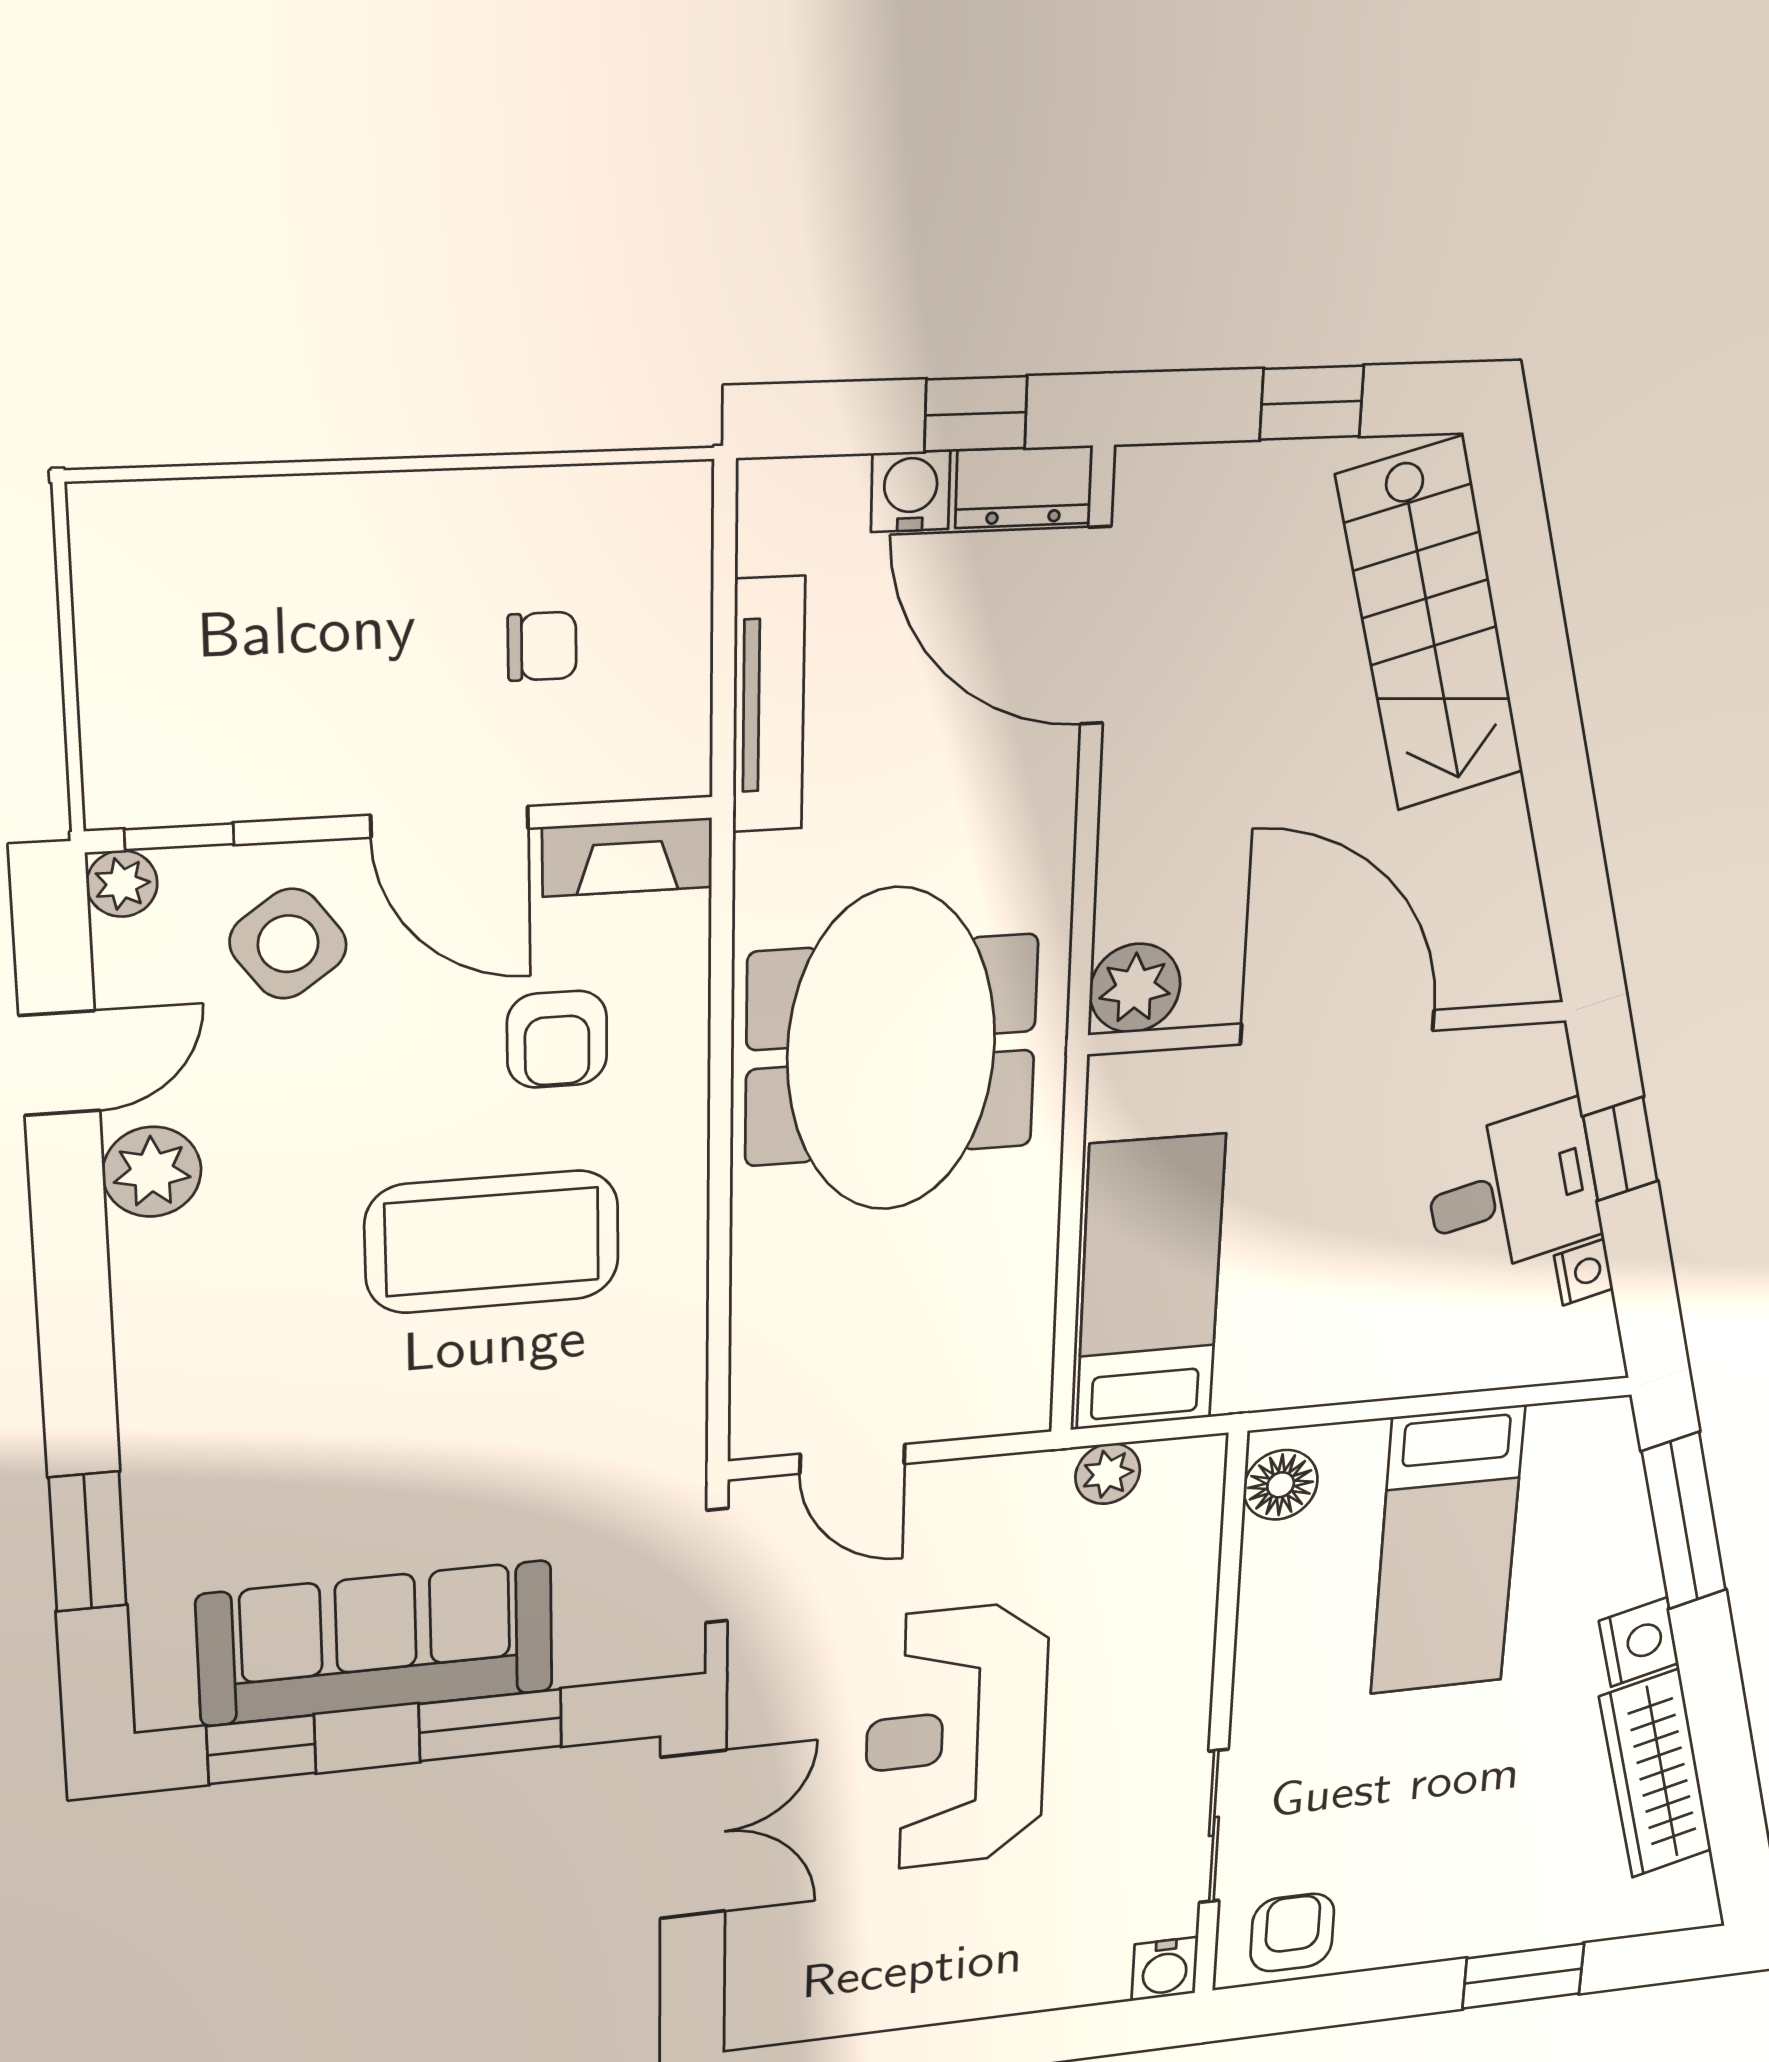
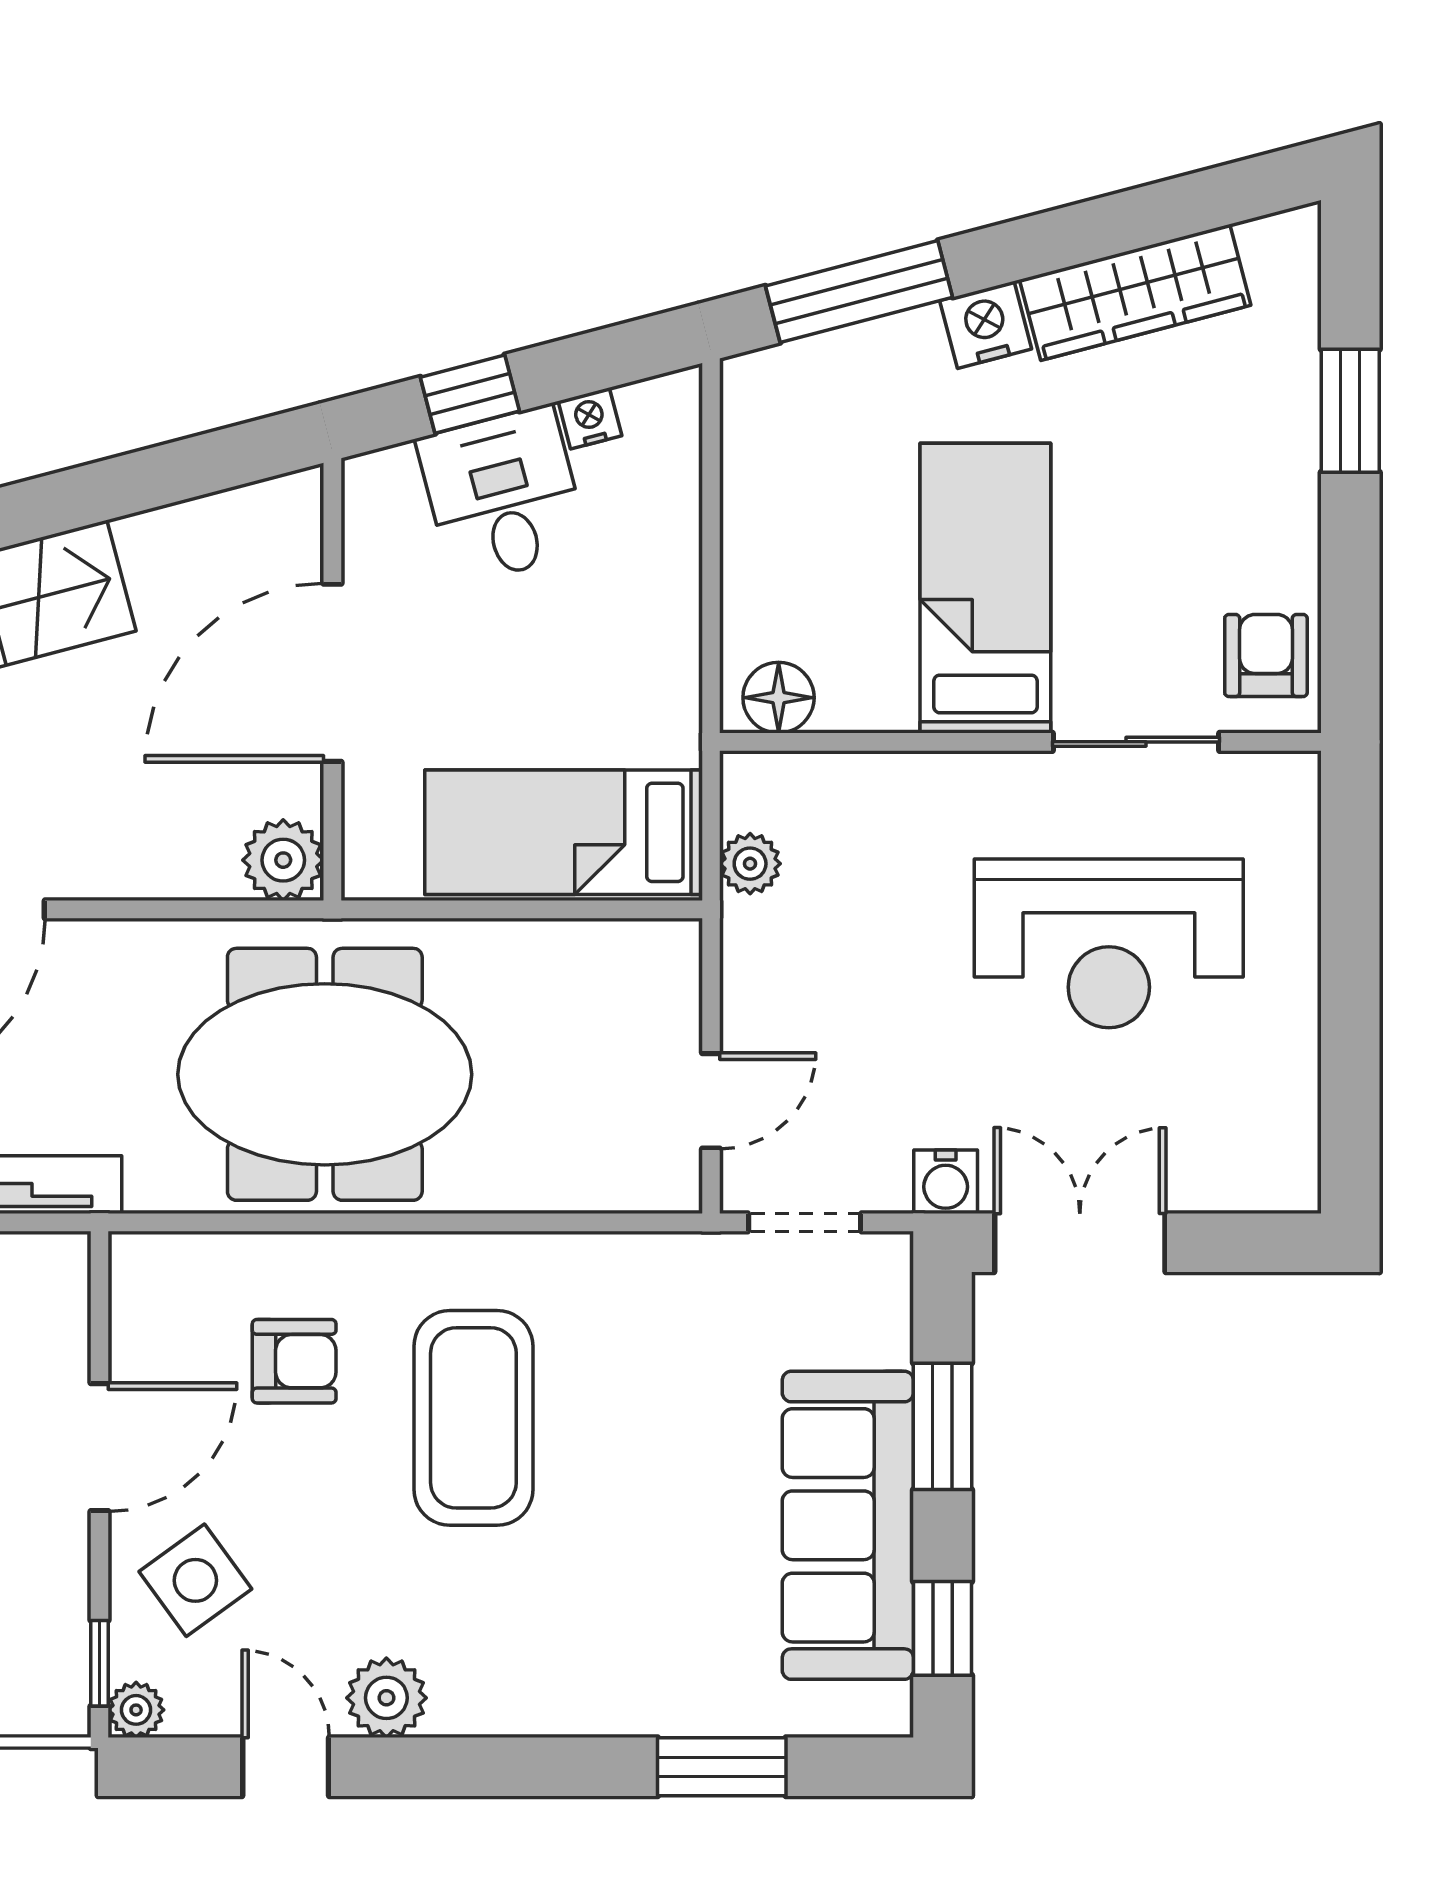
fireplace: (627, 857) -> (138, 1302), removed
bed: (1447, 1551) -> (985, 588), moved, turned -90
reception desk: (956, 1737) -> (1109, 943), moved
armchair: (1292, 1933) -> (1266, 656), turned 90
water cooler: (1165, 1969) -> (946, 1182), moved, turned 90

